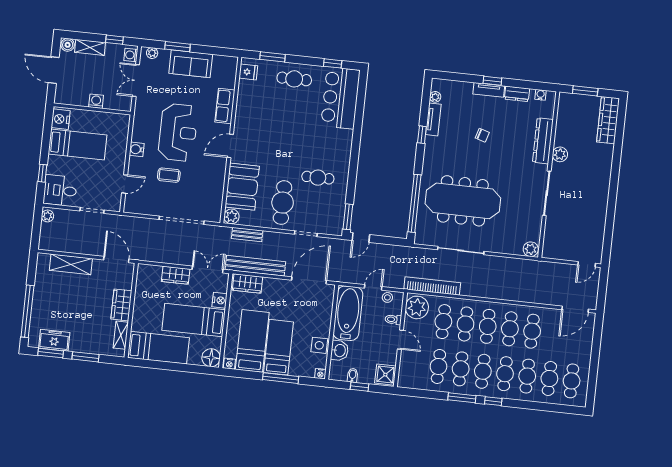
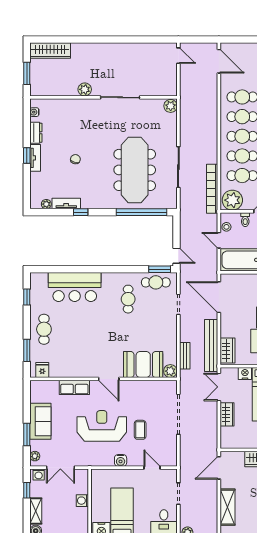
bar counter: (340, 98) -> (75, 287), moved
dresser: (543, 141) -> (75, 106), removed
cafe table: (283, 203) -> (156, 282), moved, width x0.73, depth x0.74

